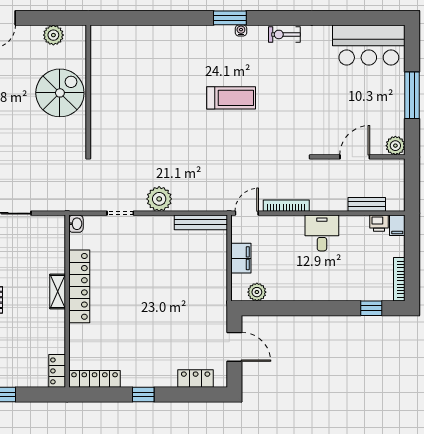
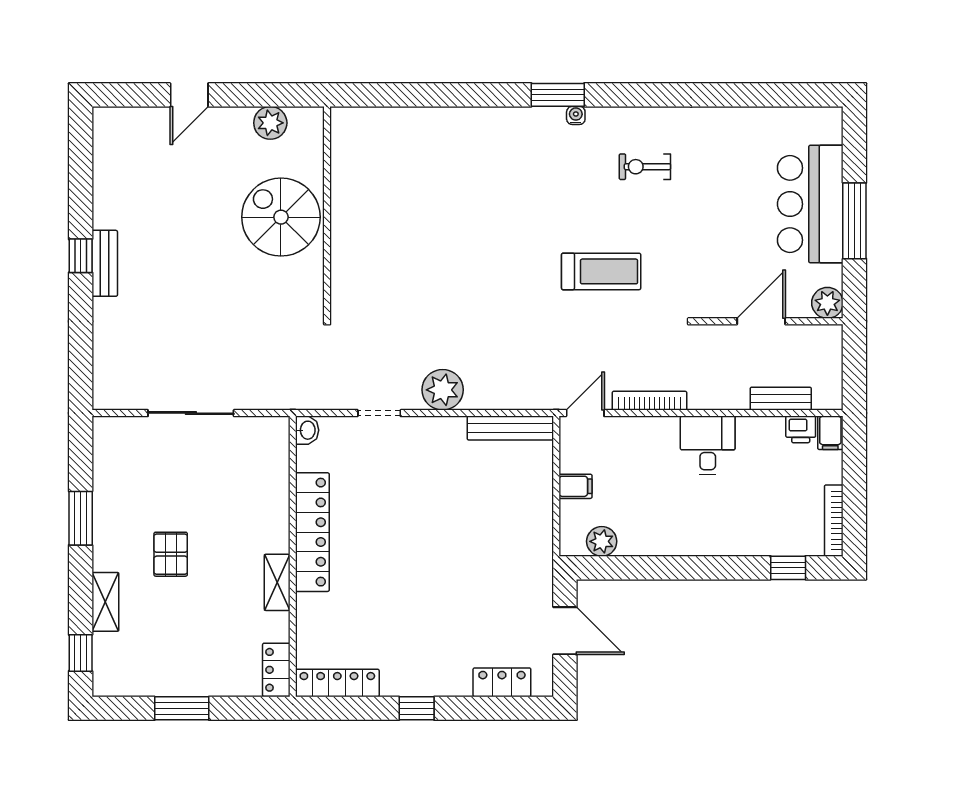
exercise bike: (284, 34) -> (645, 167), moved
bar counter: (369, 45) -> (810, 204), moved, turned 90
spiral stairs: (60, 93) -> (281, 217), turned -90
treadmill: (231, 98) -> (601, 271), moved
filing cabinet: (241, 258) -> (576, 486), width x0.50
shelving: (58, 292) -> (277, 582), moved

